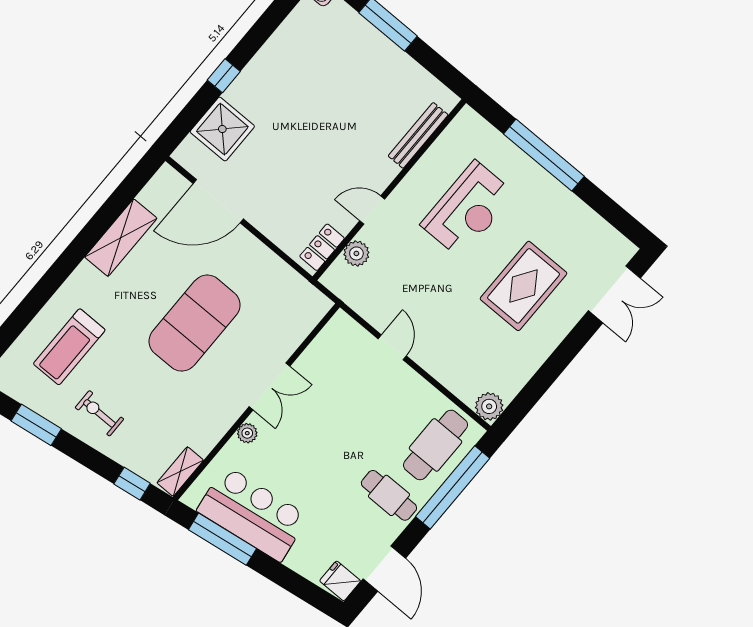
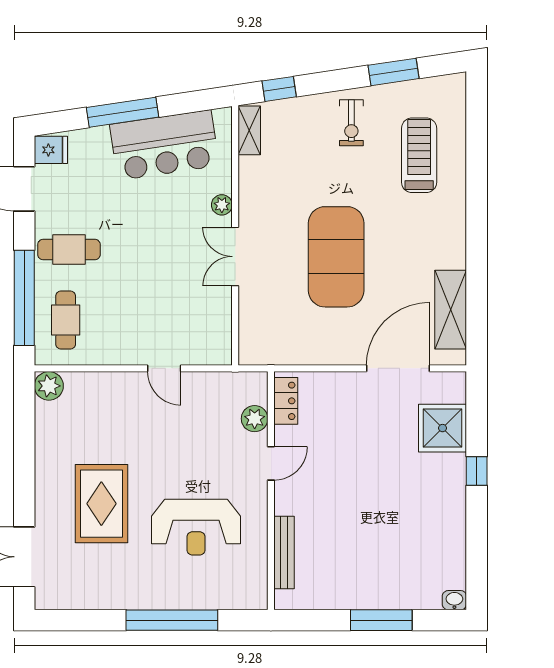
reception desk: (468, 209) -> (196, 527), turned -90
shelving: (121, 238) -> (451, 310), moved
exercise bike: (99, 413) -> (351, 123), turned 90
cafe table: (436, 445) -> (66, 320), width x0.73, depth x0.74
window: (222, 539) -> (123, 112), moved

